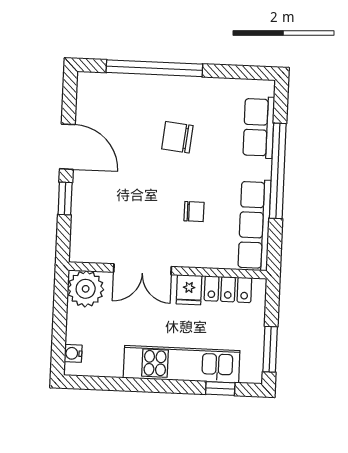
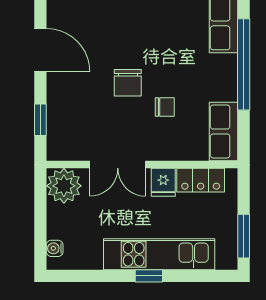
chair: (177, 137) -> (128, 83), moved, turned -96
window: (65, 198) -> (40, 120), moved
row of seats: (254, 225) -> (223, 131), width x0.68
window: (220, 389) -> (149, 276), moved

